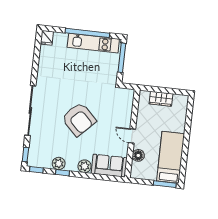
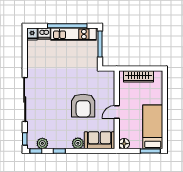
dishwasher: (60, 39) -> (44, 33), added
wardrobe: (161, 99) -> (138, 76), width x1.50
armchair: (79, 119) -> (83, 106), moved, turned 45
door: (132, 136) -> (117, 112), hinge flipped
floor lamp: (138, 155) -> (124, 144), moved
plant: (59, 163) -> (42, 143), moved

